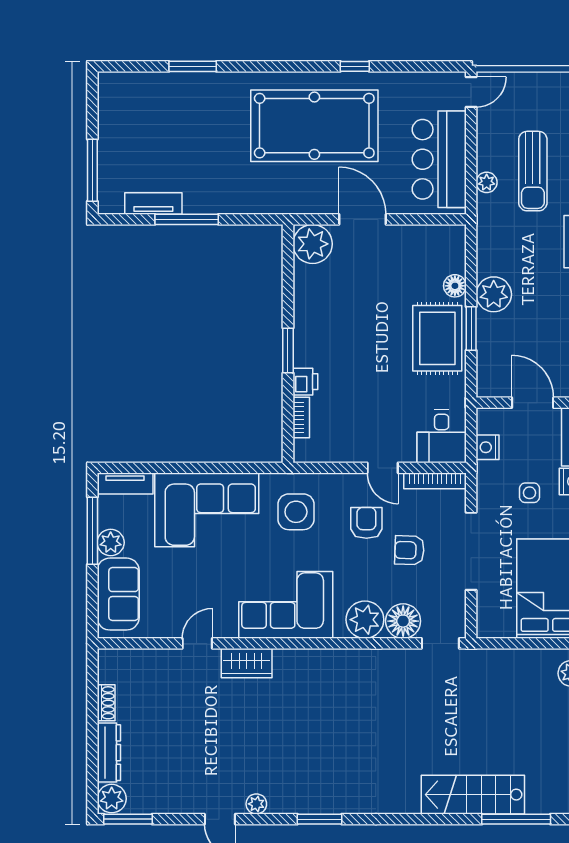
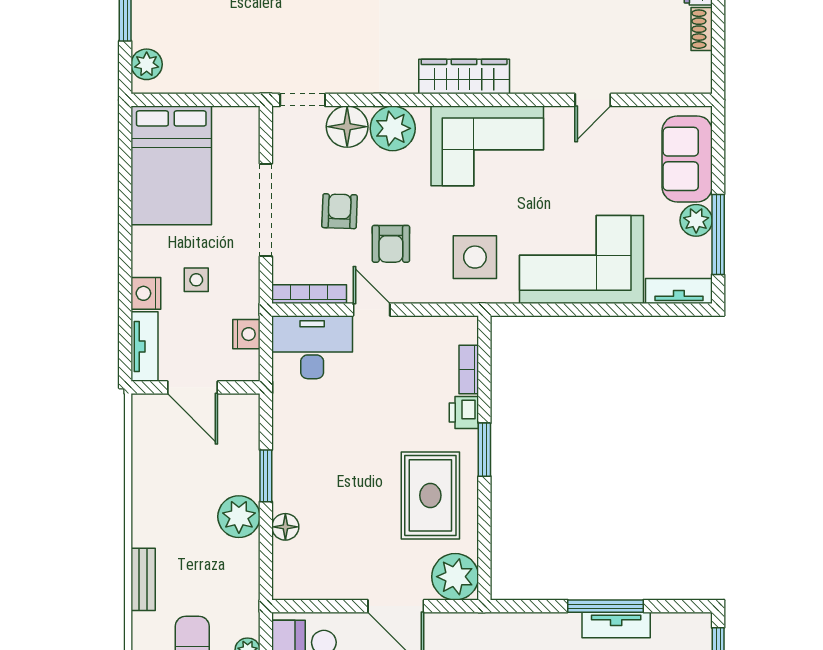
tv unit: (153, 204) -> (616, 625), moved
rug: (437, 338) -> (430, 495), moved
desk: (442, 436) -> (312, 347), width x1.37
armchair: (409, 550) -> (340, 211), turned -90
wardrobe: (247, 663) -> (464, 77), moved, width x1.50

